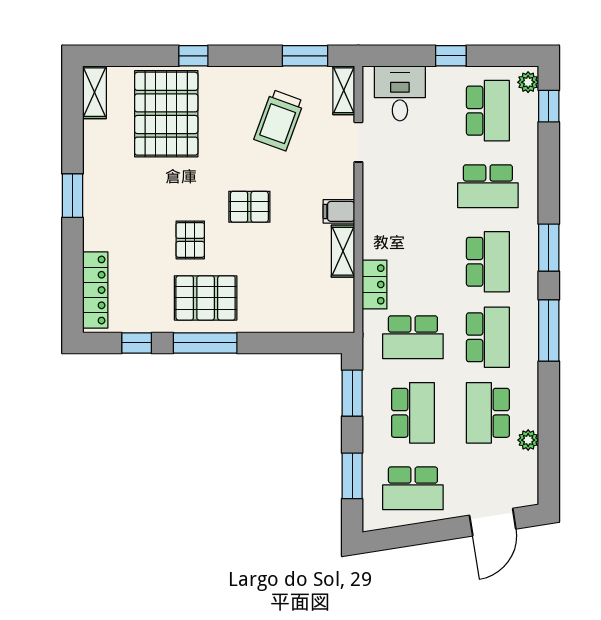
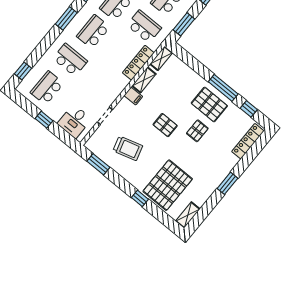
plant: (528, 82) -> (23, 86), removed
shelving: (344, 90) -> (161, 58), moved
trolley: (279, 120) -> (128, 148), turned 54
locker: (375, 284) -> (138, 63), width x1.53

